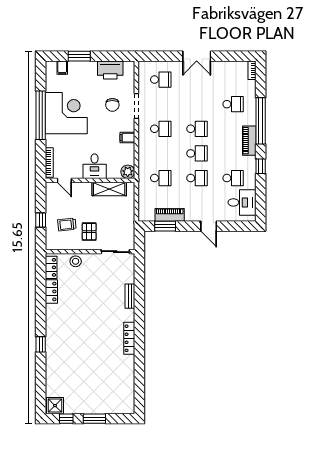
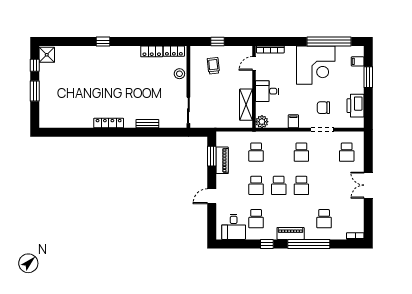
window: (41, 115) -> (329, 42), moved
pallet: (89, 232) -> (207, 86), removed

